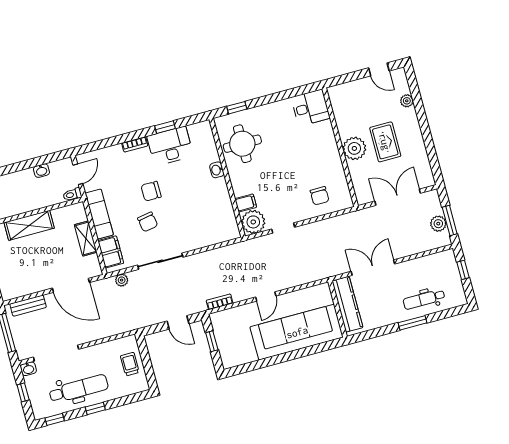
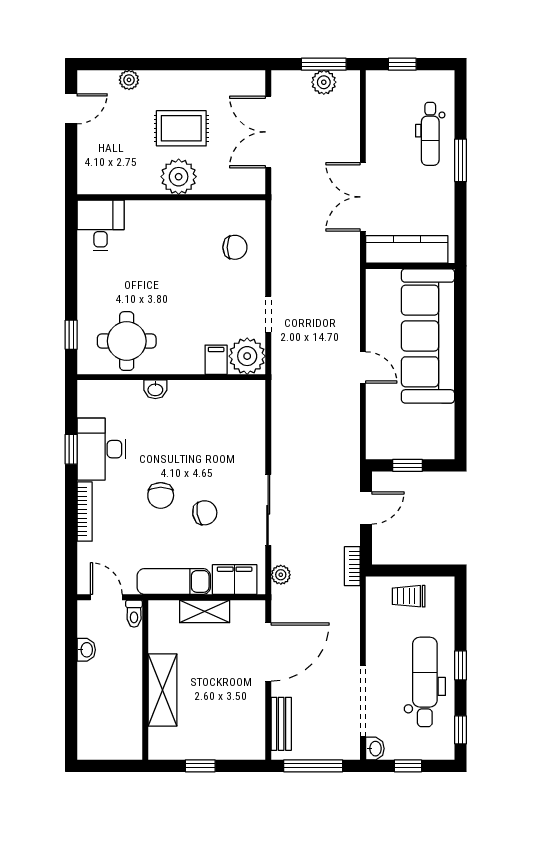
bookcase: (135, 144) -> (85, 512), width x1.56
bookcase: (220, 302) -> (352, 566), moved

